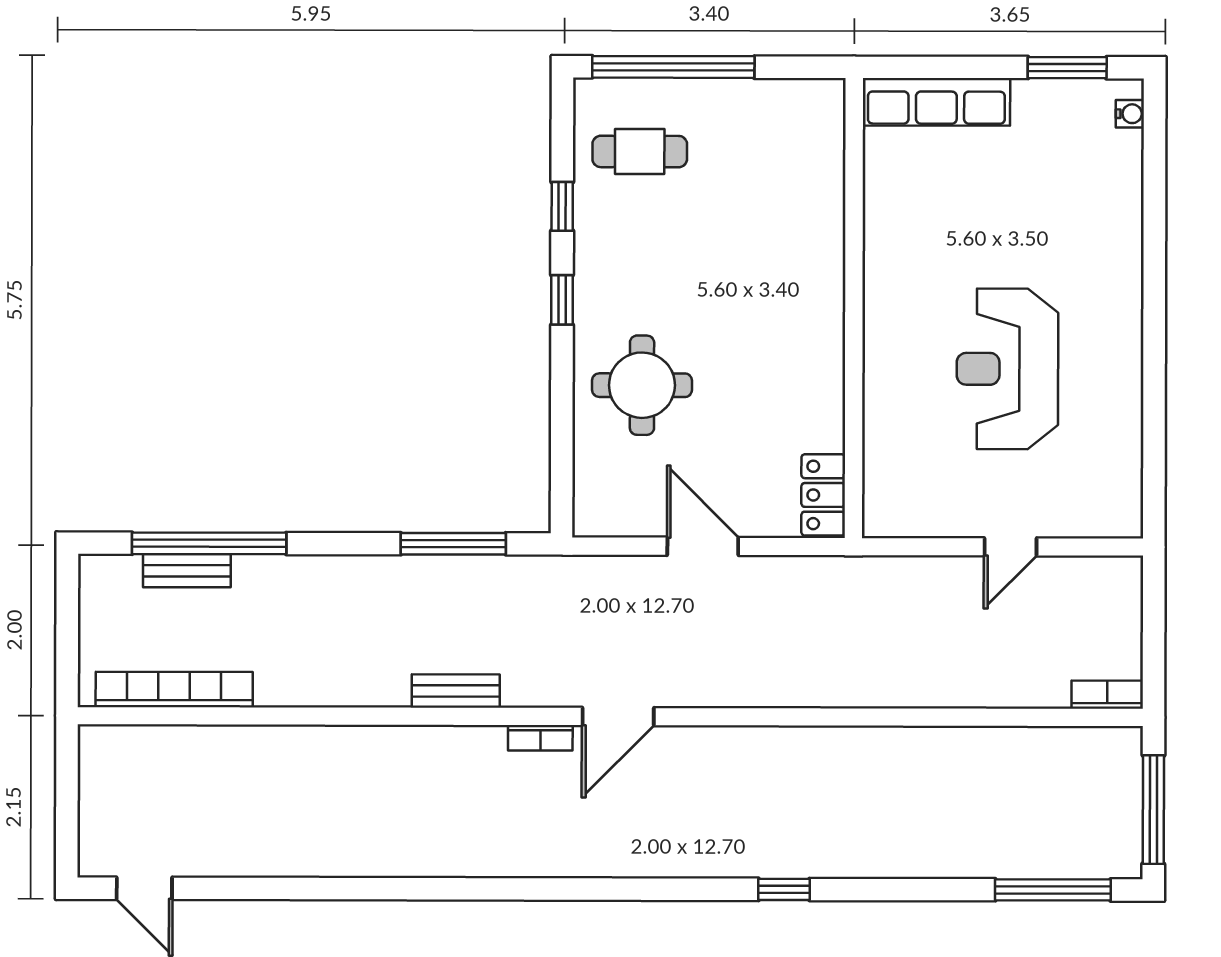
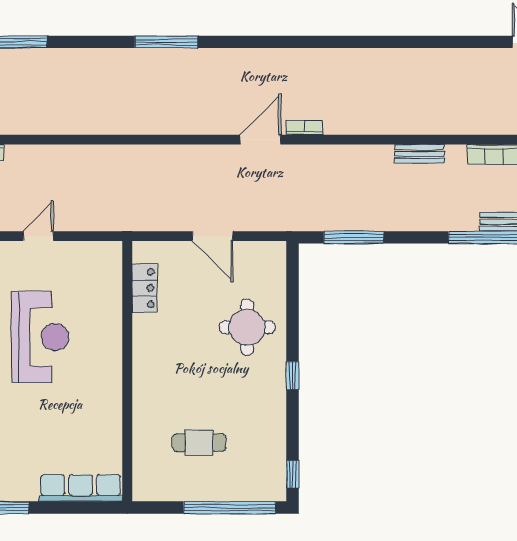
cafe table: (640, 152) -> (199, 443), moved
window: (562, 206) -> (292, 474), moved
locker: (823, 495) -> (144, 288), moved
bench: (456, 691) -> (420, 154), moved
window: (784, 889) -> (166, 42), width x2.17

